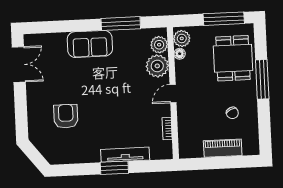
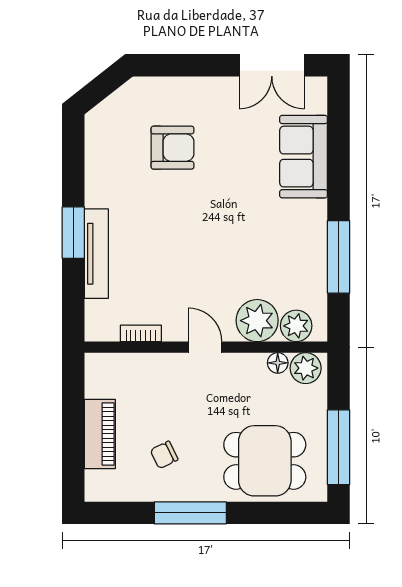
sofa: (90, 44) -> (304, 157), moved
window: (262, 79) -> (190, 513), moved

